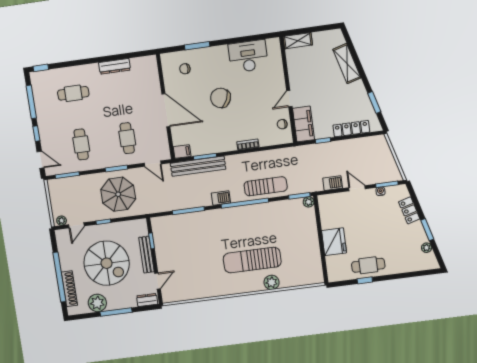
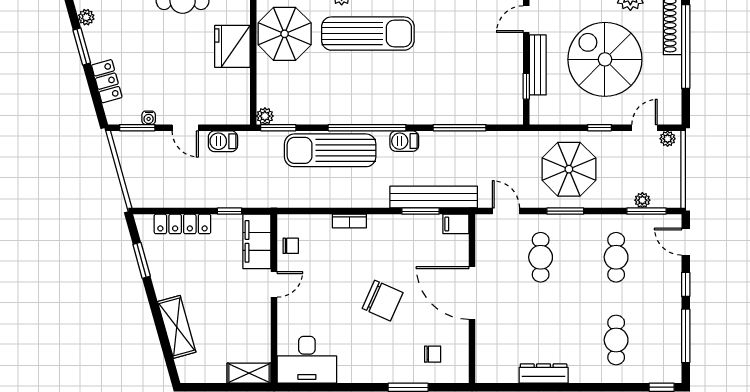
desk: (248, 56) -> (307, 360), moved
cafe table: (73, 93) -> (616, 340), turned 90
plant: (71, 181) -> (642, 200), added
sun lounger: (266, 186) -> (330, 150), width x1.36, depth x1.34
parasol: (303, 253) -> (285, 34), added

